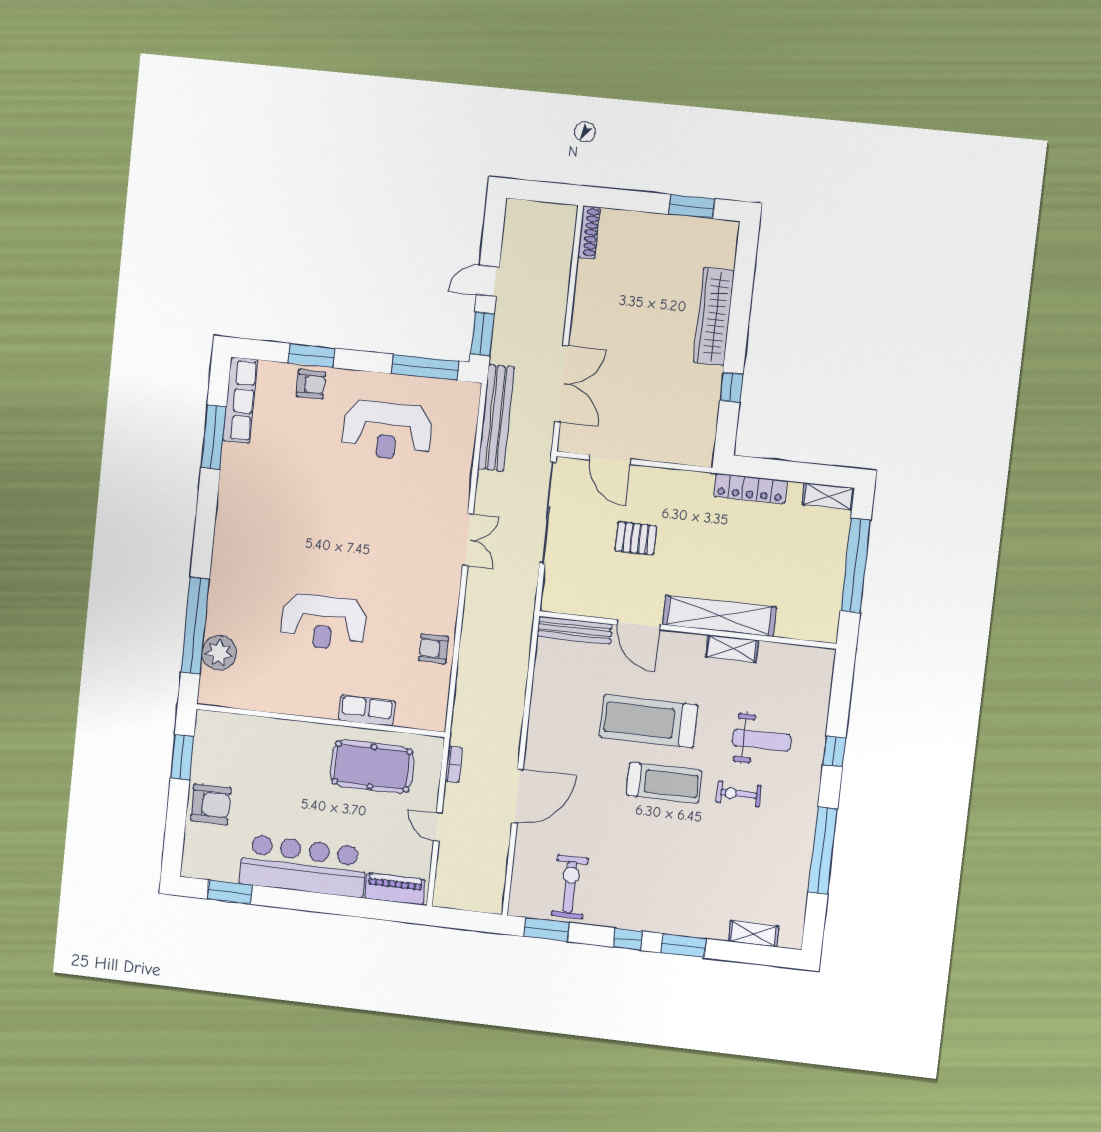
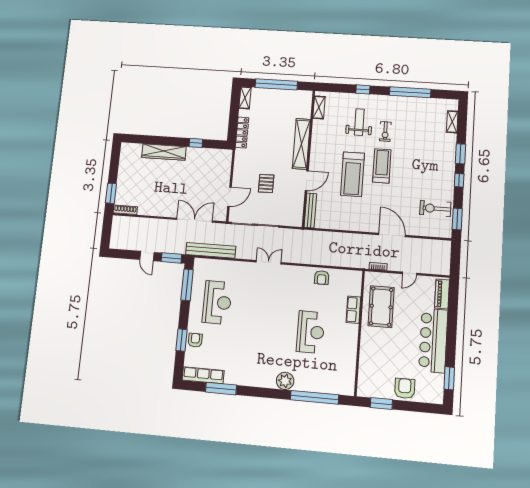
window: (692, 206) -> (111, 193), moved
shelving: (732, 649) -> (319, 107), moved
plant: (219, 653) -> (285, 381), moved

